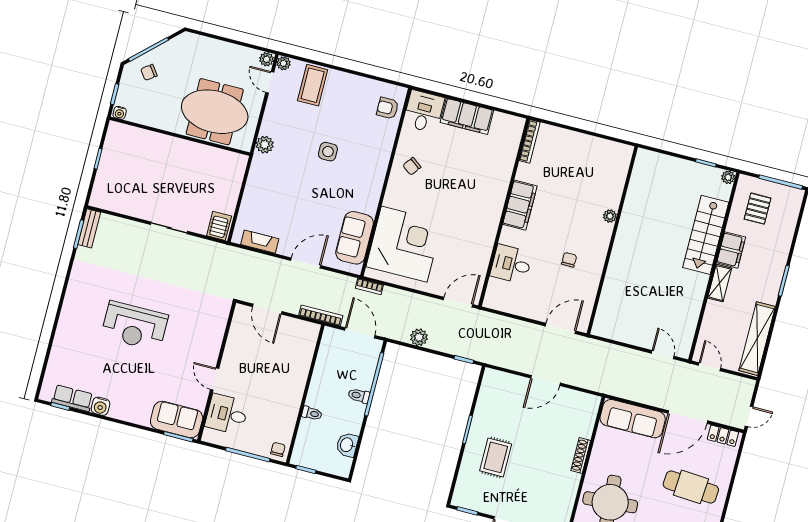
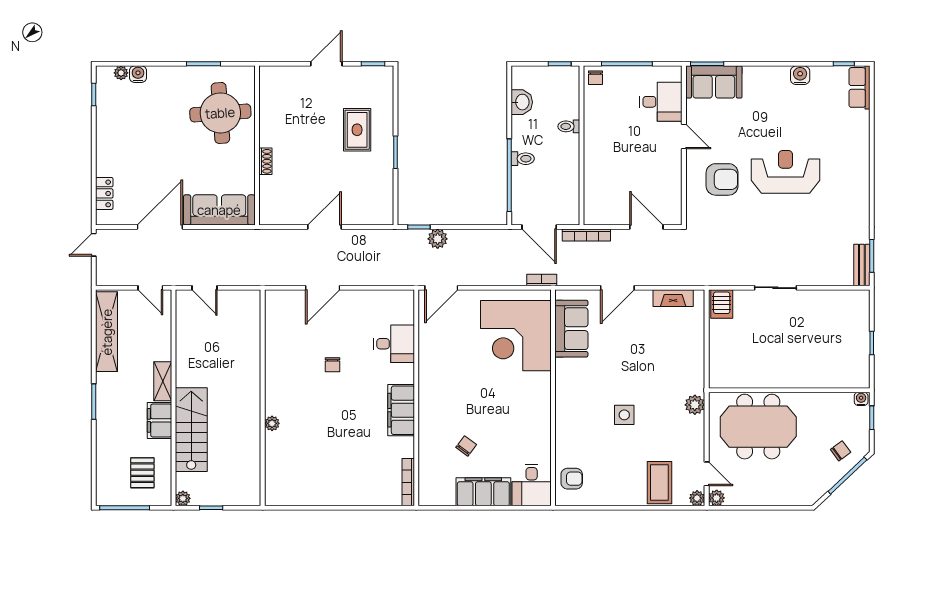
chair: (412, 166) -> (466, 446), moved
plant: (610, 216) -> (272, 423), moved
wall: (612, 240) -> (263, 398), moved
armchair: (191, 333) -> (722, 179), added
plant: (419, 337) -> (438, 239), moved
row of seats: (72, 398) -> (859, 87), moved, turned 90
locker: (723, 436) -> (104, 193), moved, turned 90
shoe rack: (581, 455) -> (265, 161), width x0.70
cafe table: (691, 487) -> (137, 152), removed

